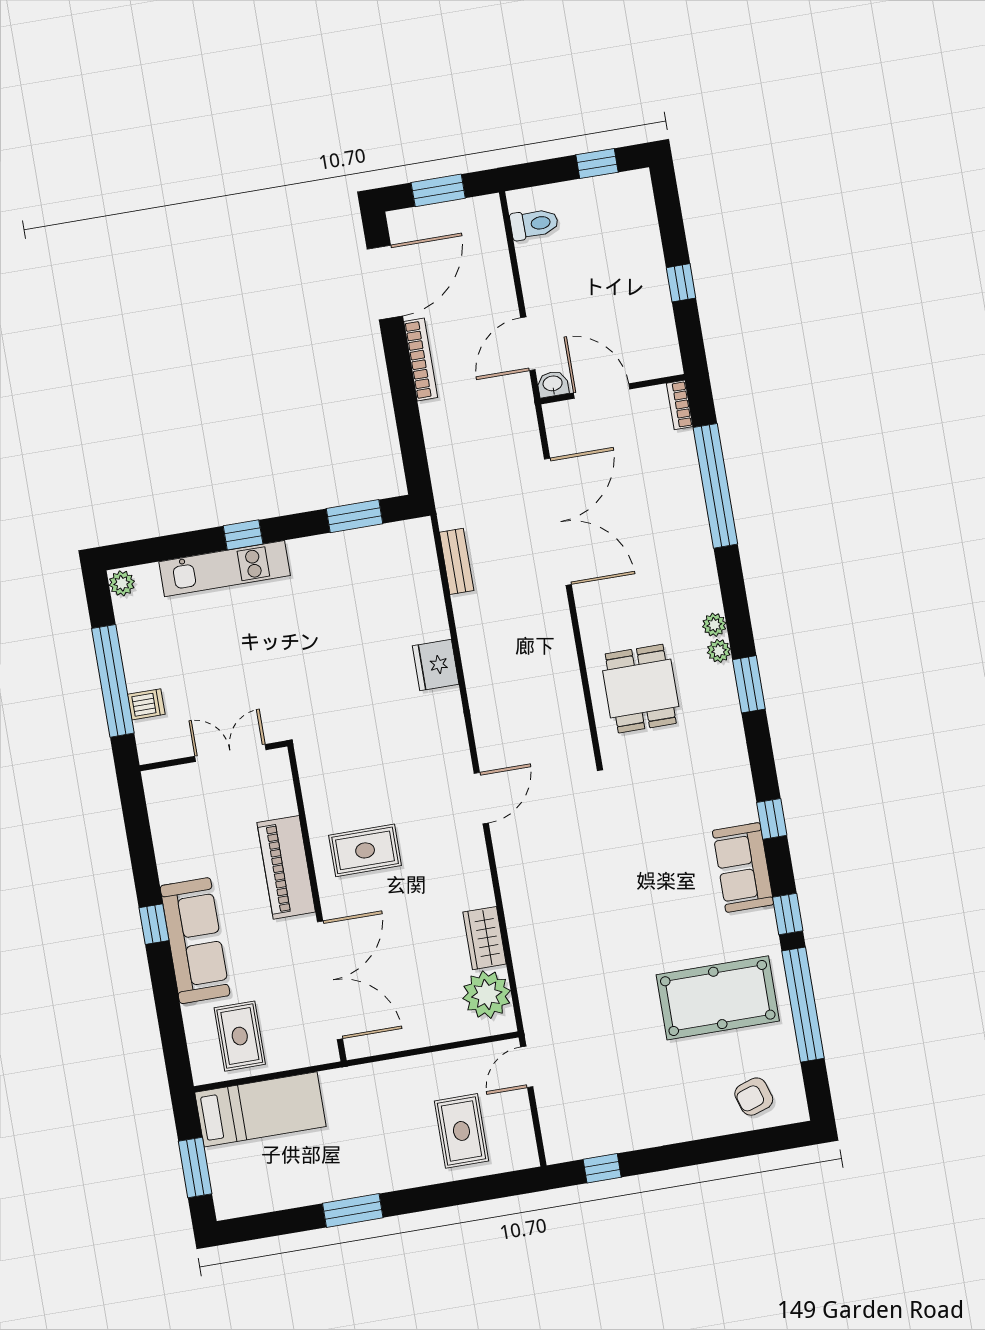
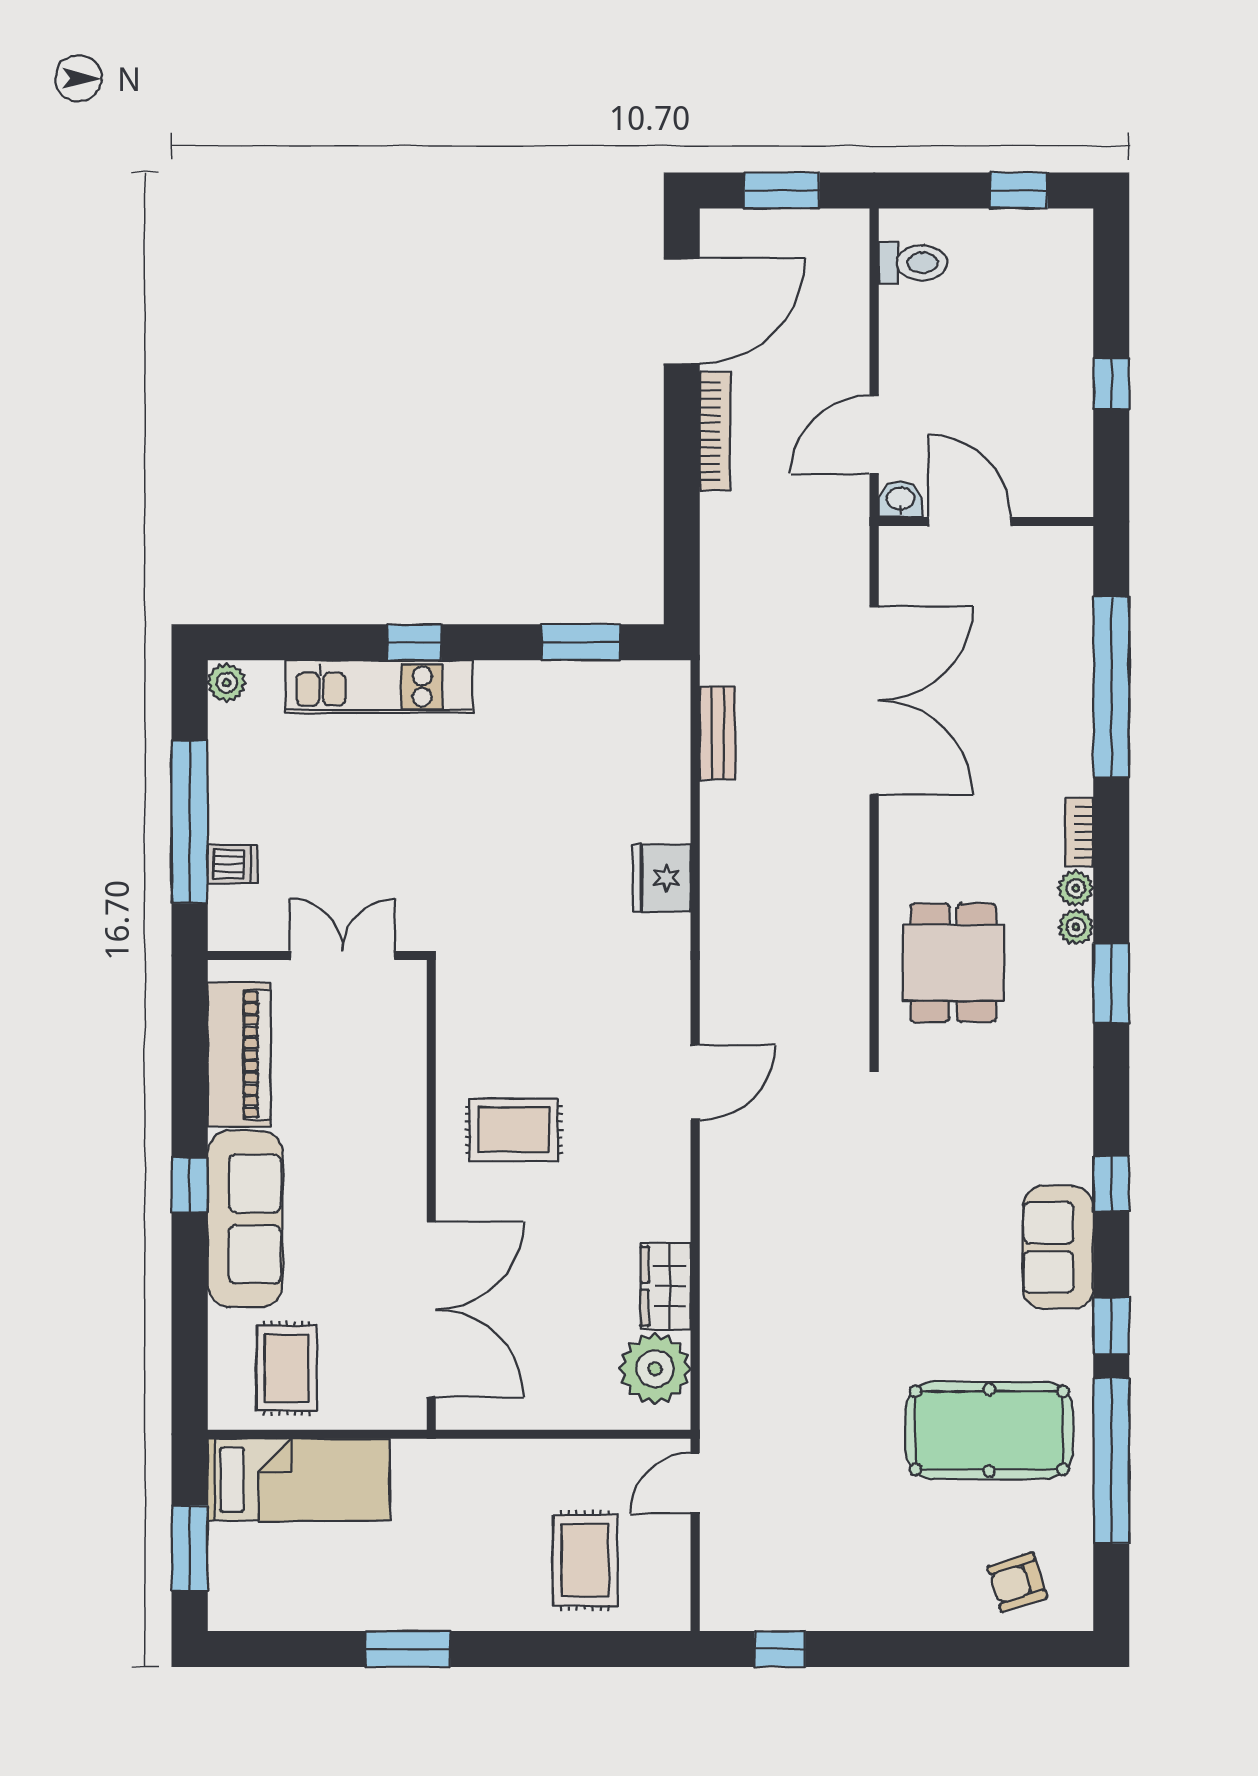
bookcase: (680, 405) -> (1080, 832), moved
piano: (286, 867) -> (239, 1055), moved, turned 180

